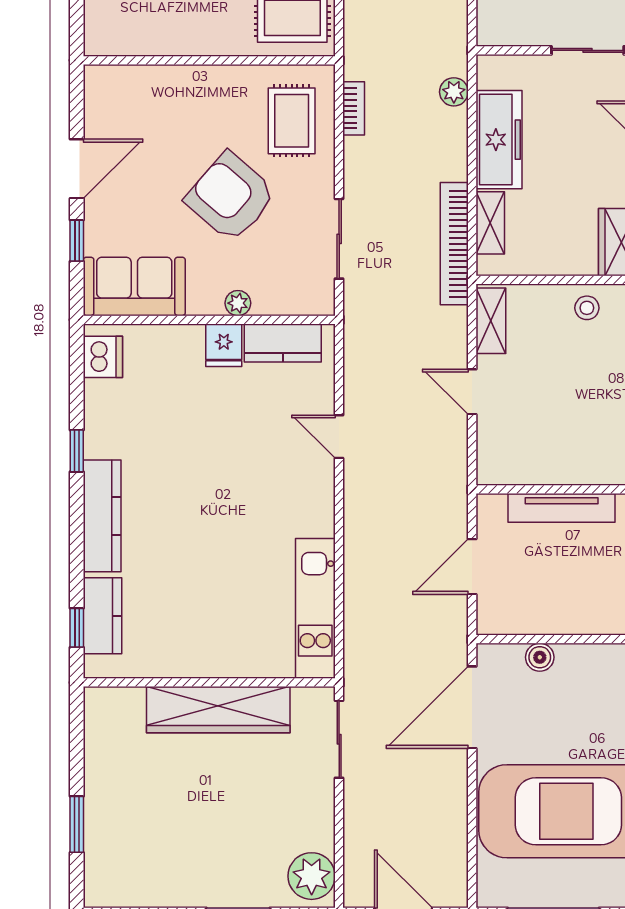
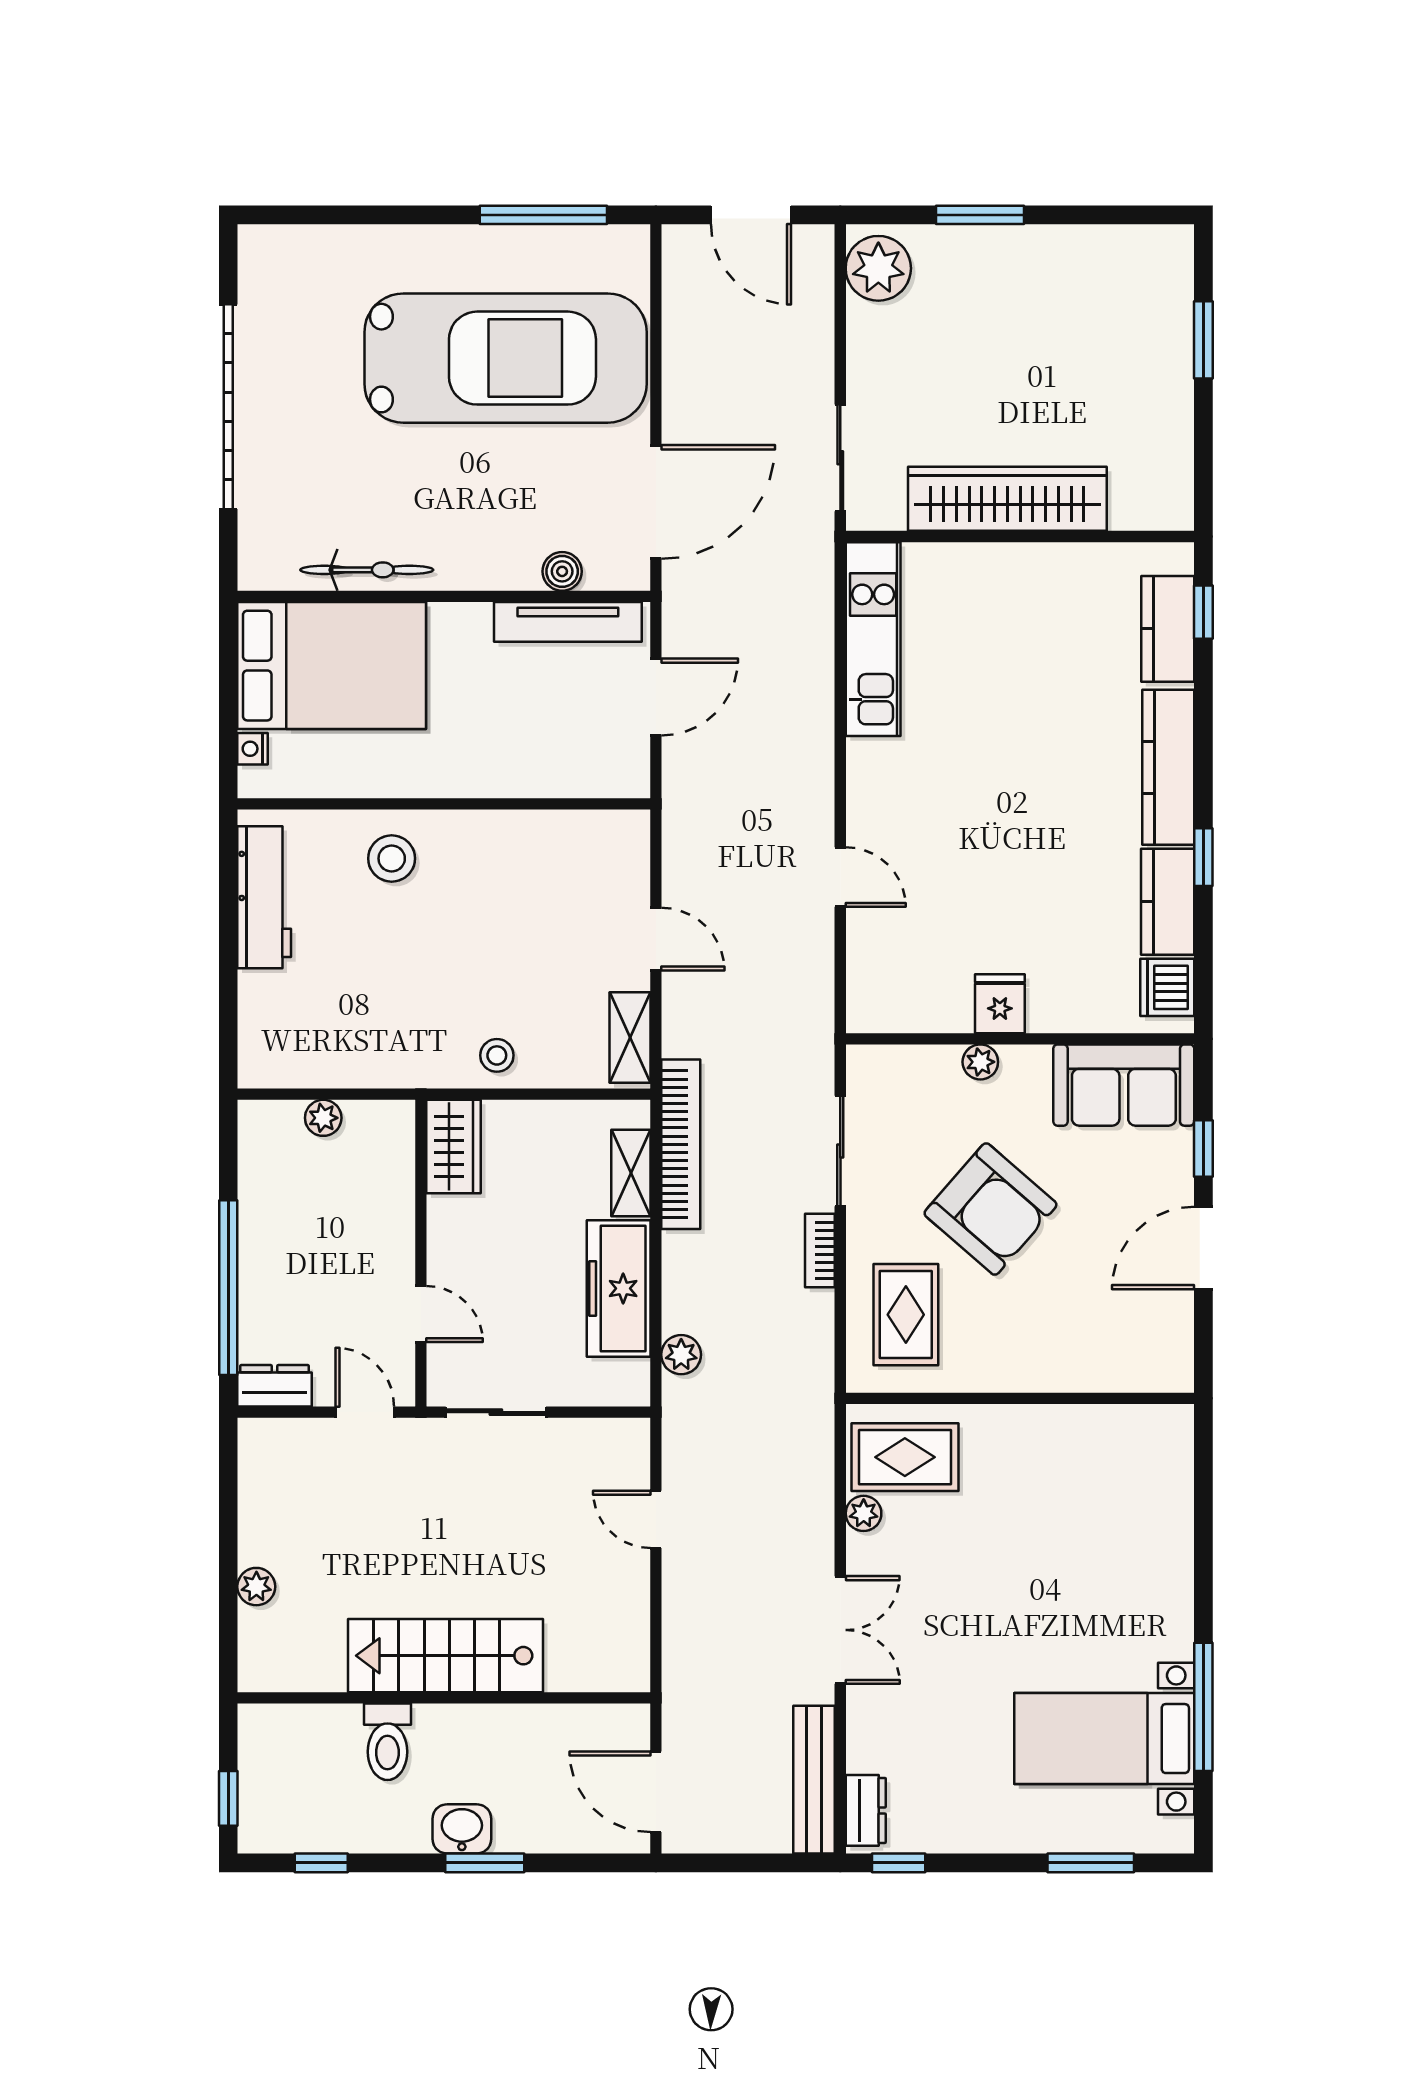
bookcase: (354, 108) -> (820, 1251), moved
kitchen counter: (283, 343) -> (1168, 902), moved, turned -90
tv unit: (562, 508) -> (568, 622), moved, turned 180

